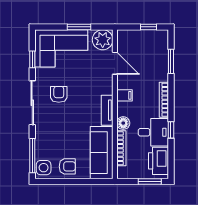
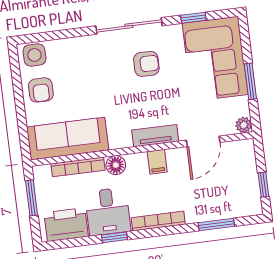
plant: (103, 40) -> (244, 125), width x0.53, depth x0.53
tv unit: (107, 110) -> (155, 136), moved
window: (32, 156) -> (50, 36), removed
window: (150, 182) -> (32, 198), moved

